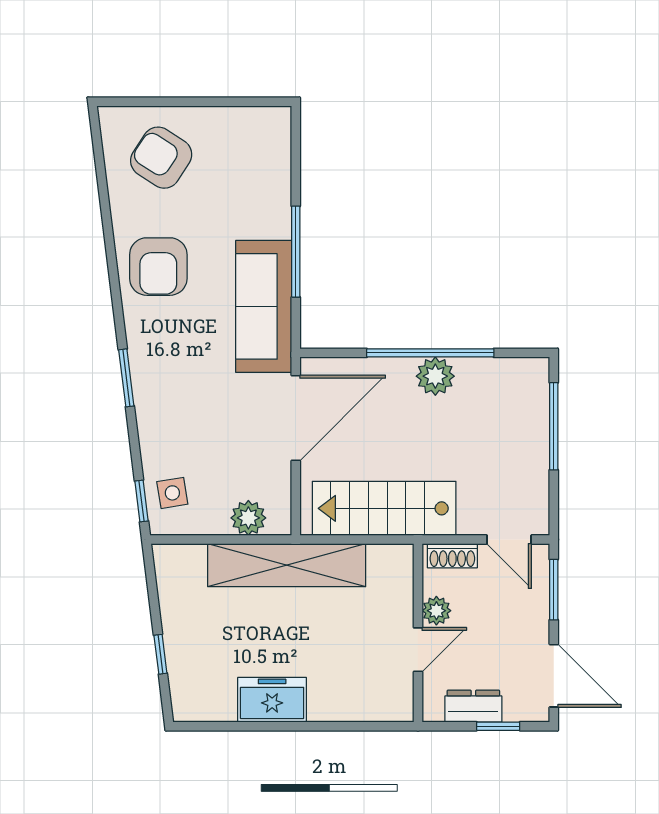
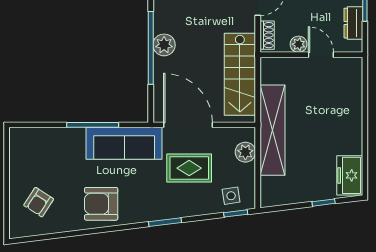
armchair: (161, 158) -> (39, 202), width x0.72, depth x0.72
armchair: (158, 267) -> (101, 204), turned 180
rug: (221, 420) -> (189, 168), added
freezer: (272, 700) -> (350, 175), moved

